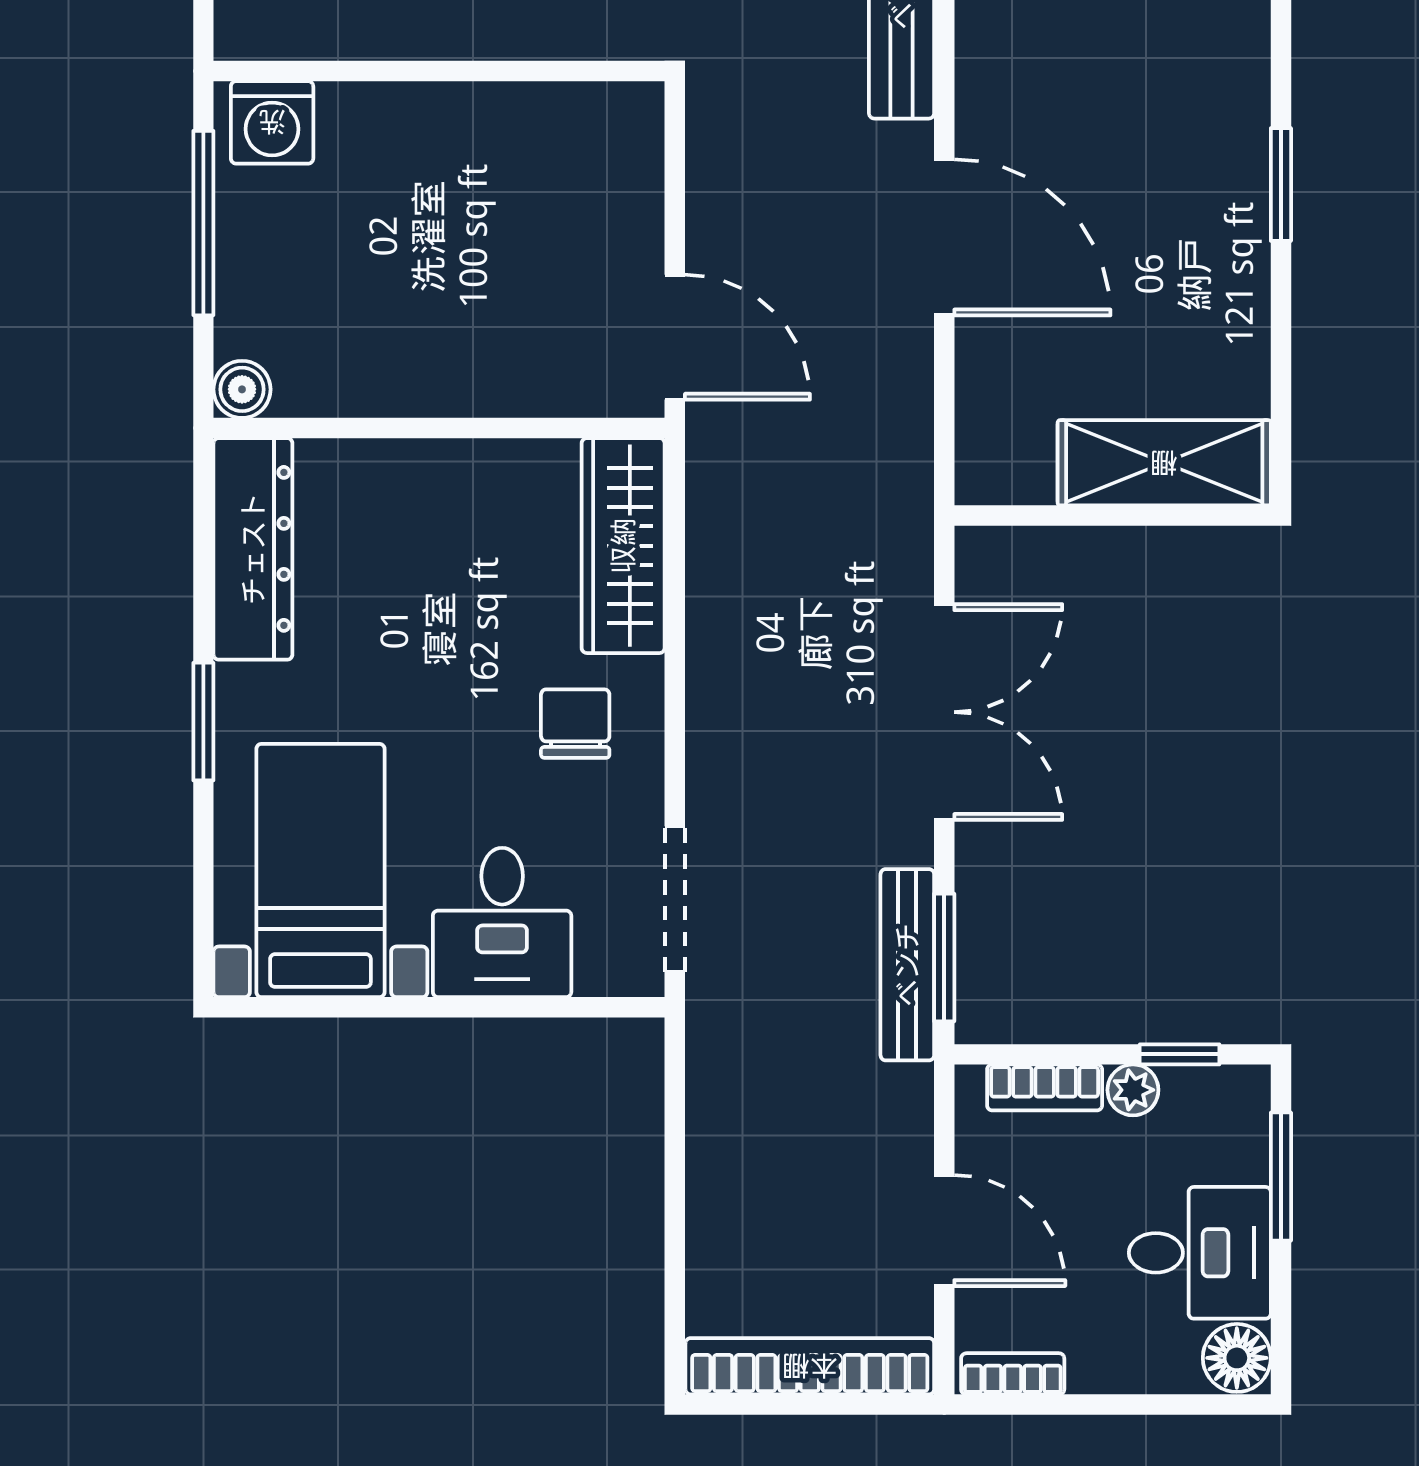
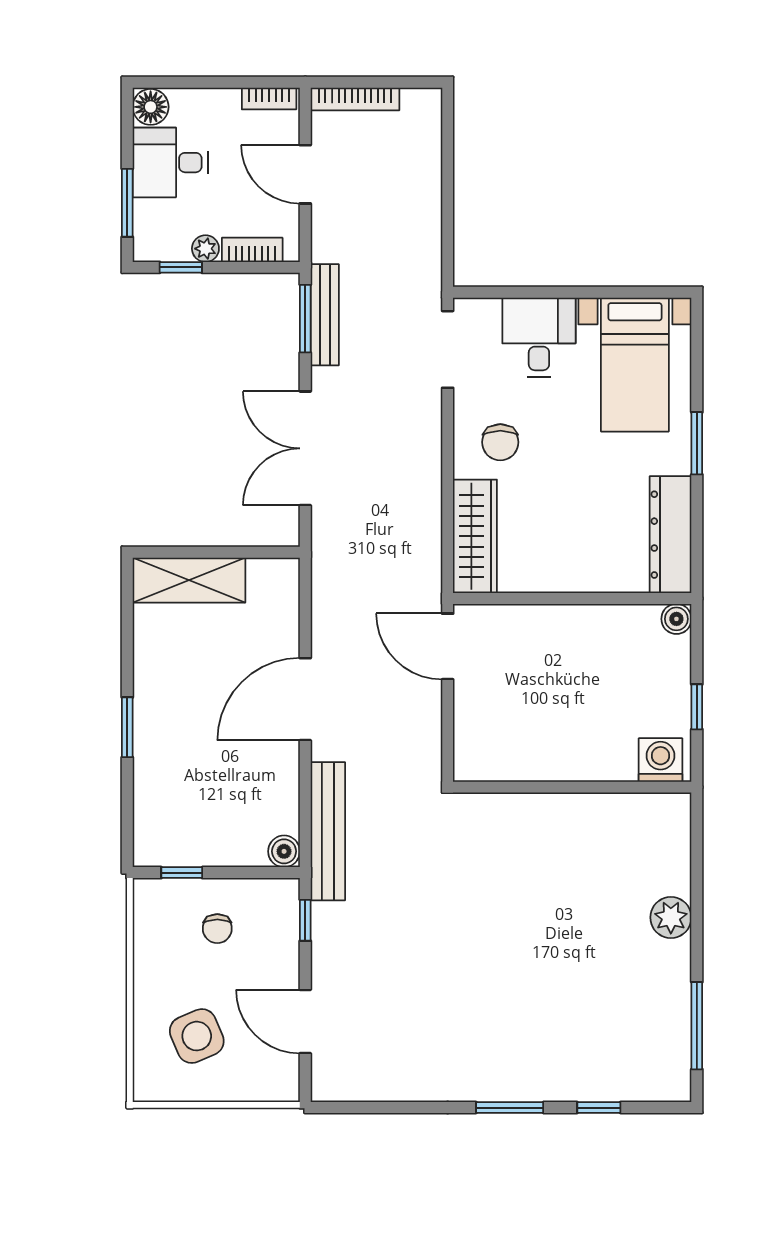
window: (203, 223) -> (697, 707), width x0.46
door: (944, 237) -> (305, 699), hinge flipped
bookcase: (810, 1366) -> (355, 99), width x0.68, depth x0.76

